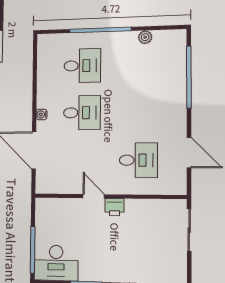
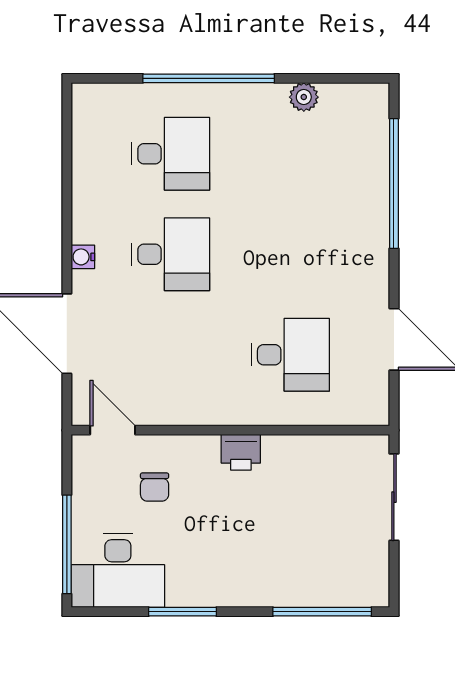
door: (94, 196) -> (113, 430), moved
chair: (74, 223) -> (155, 487), added

